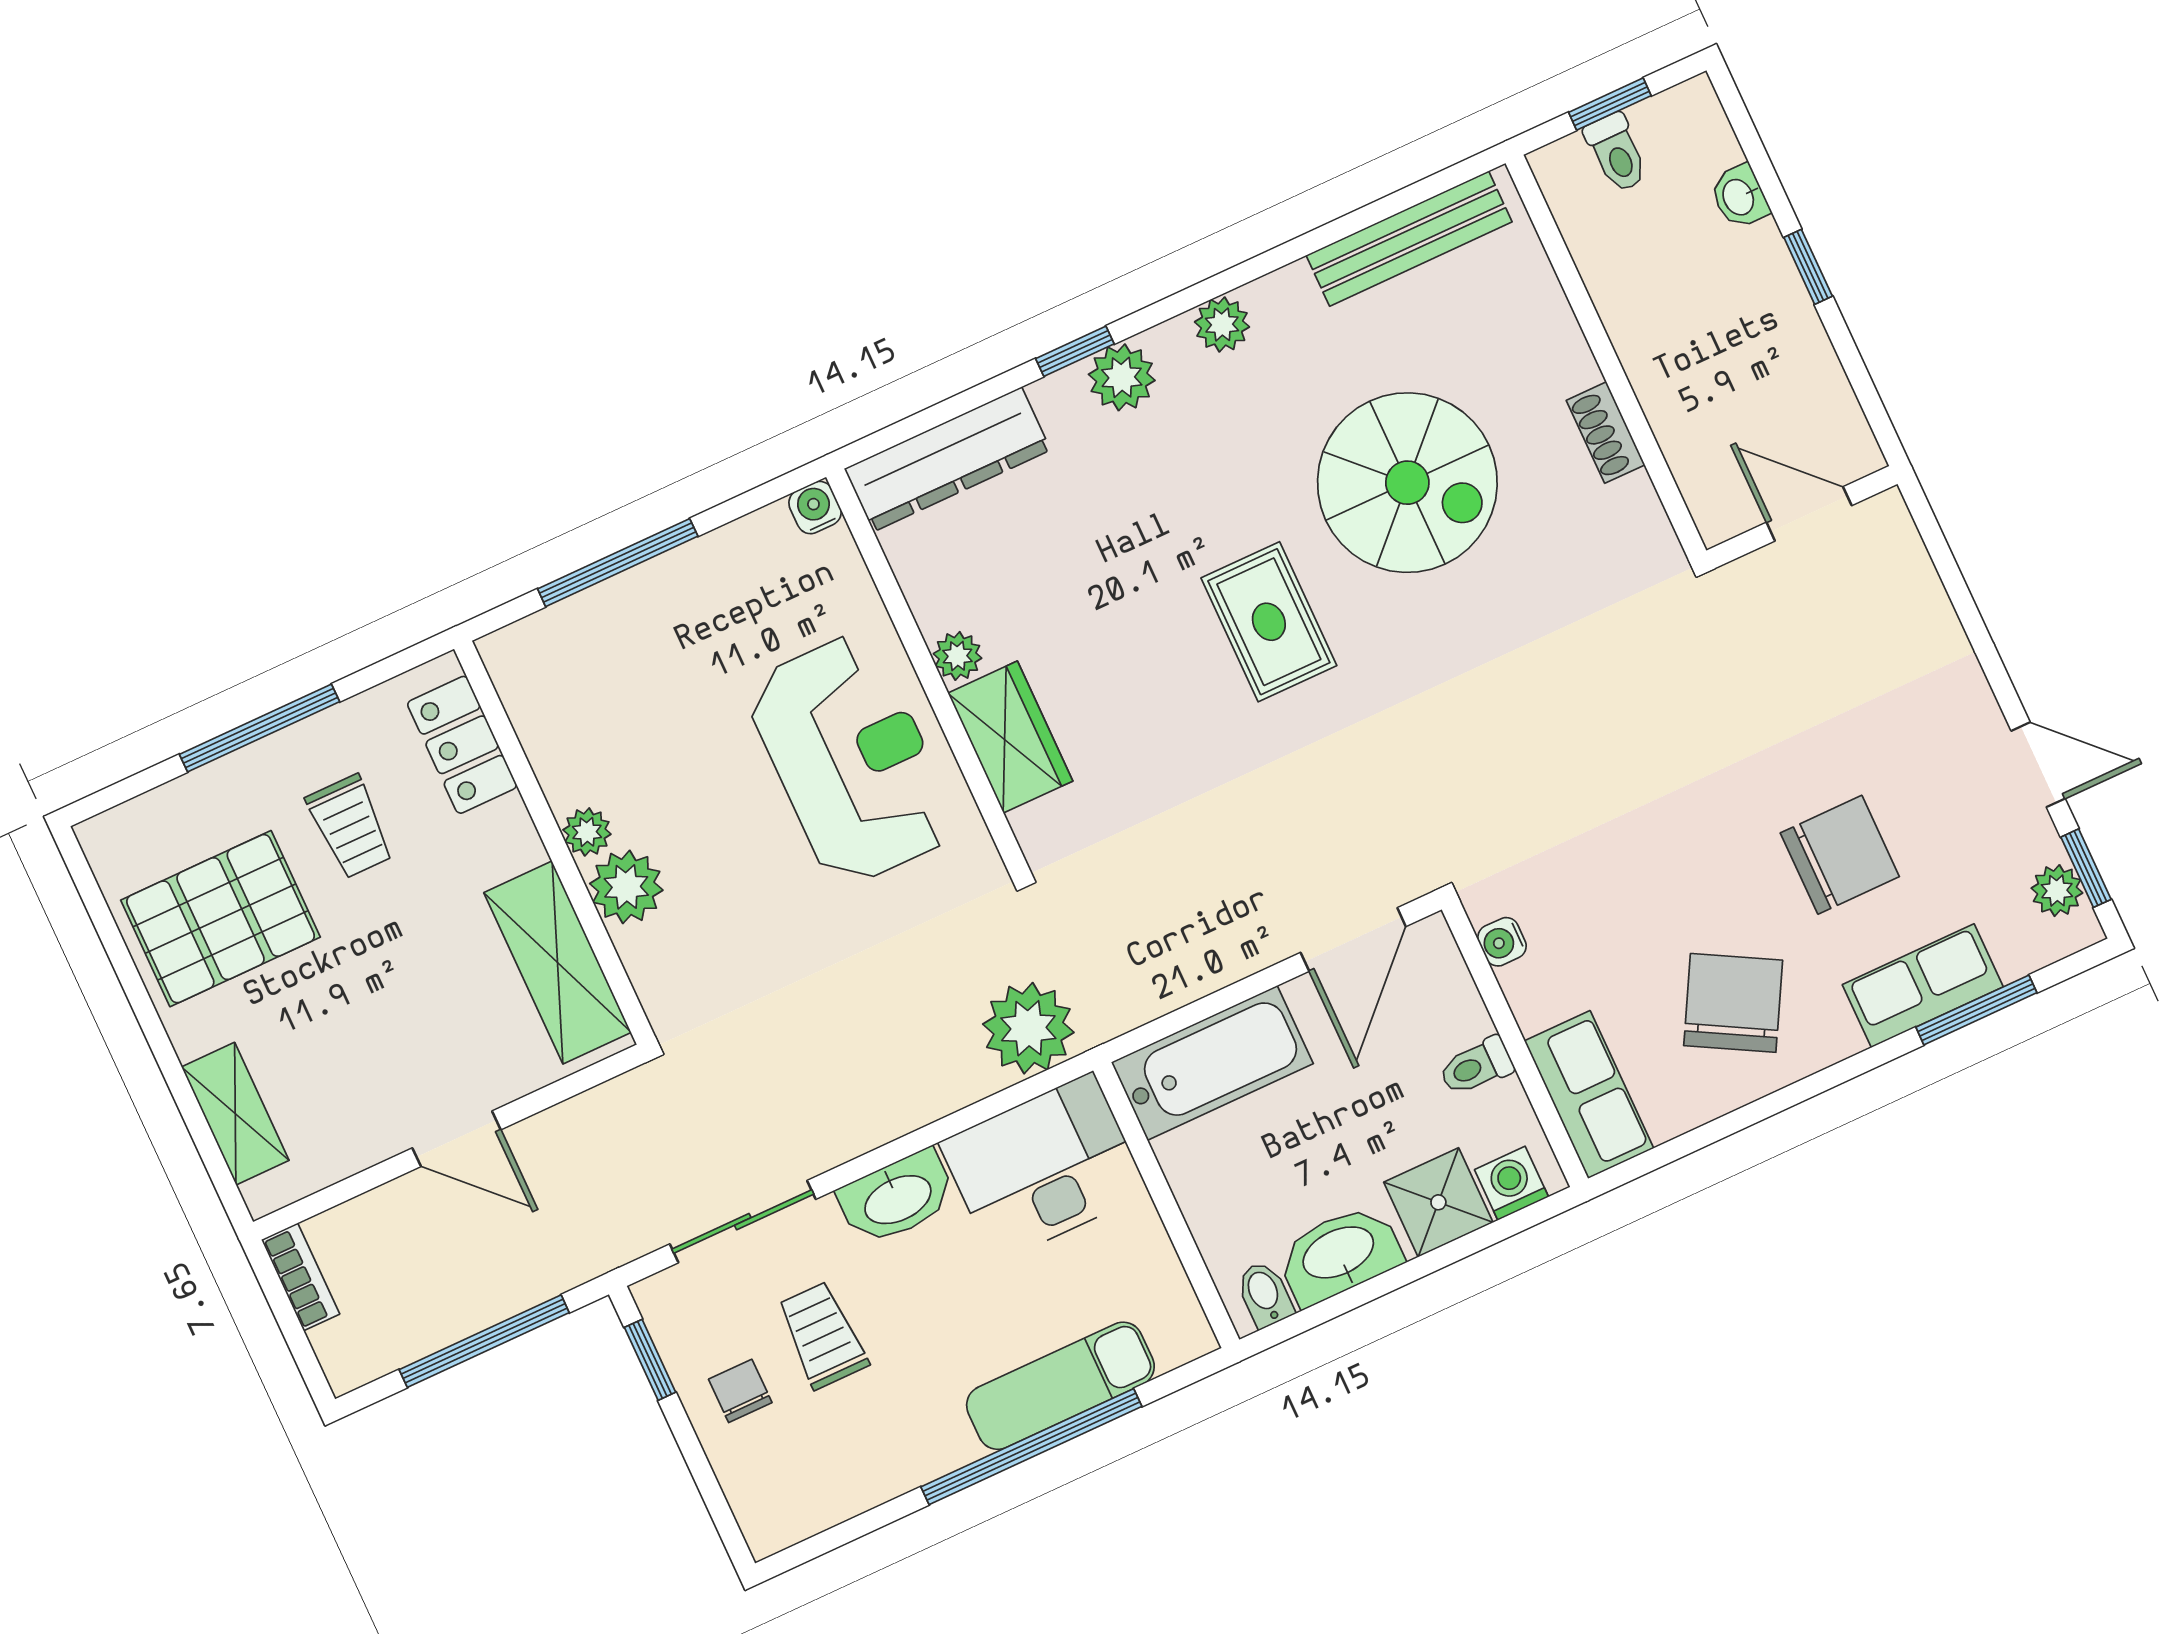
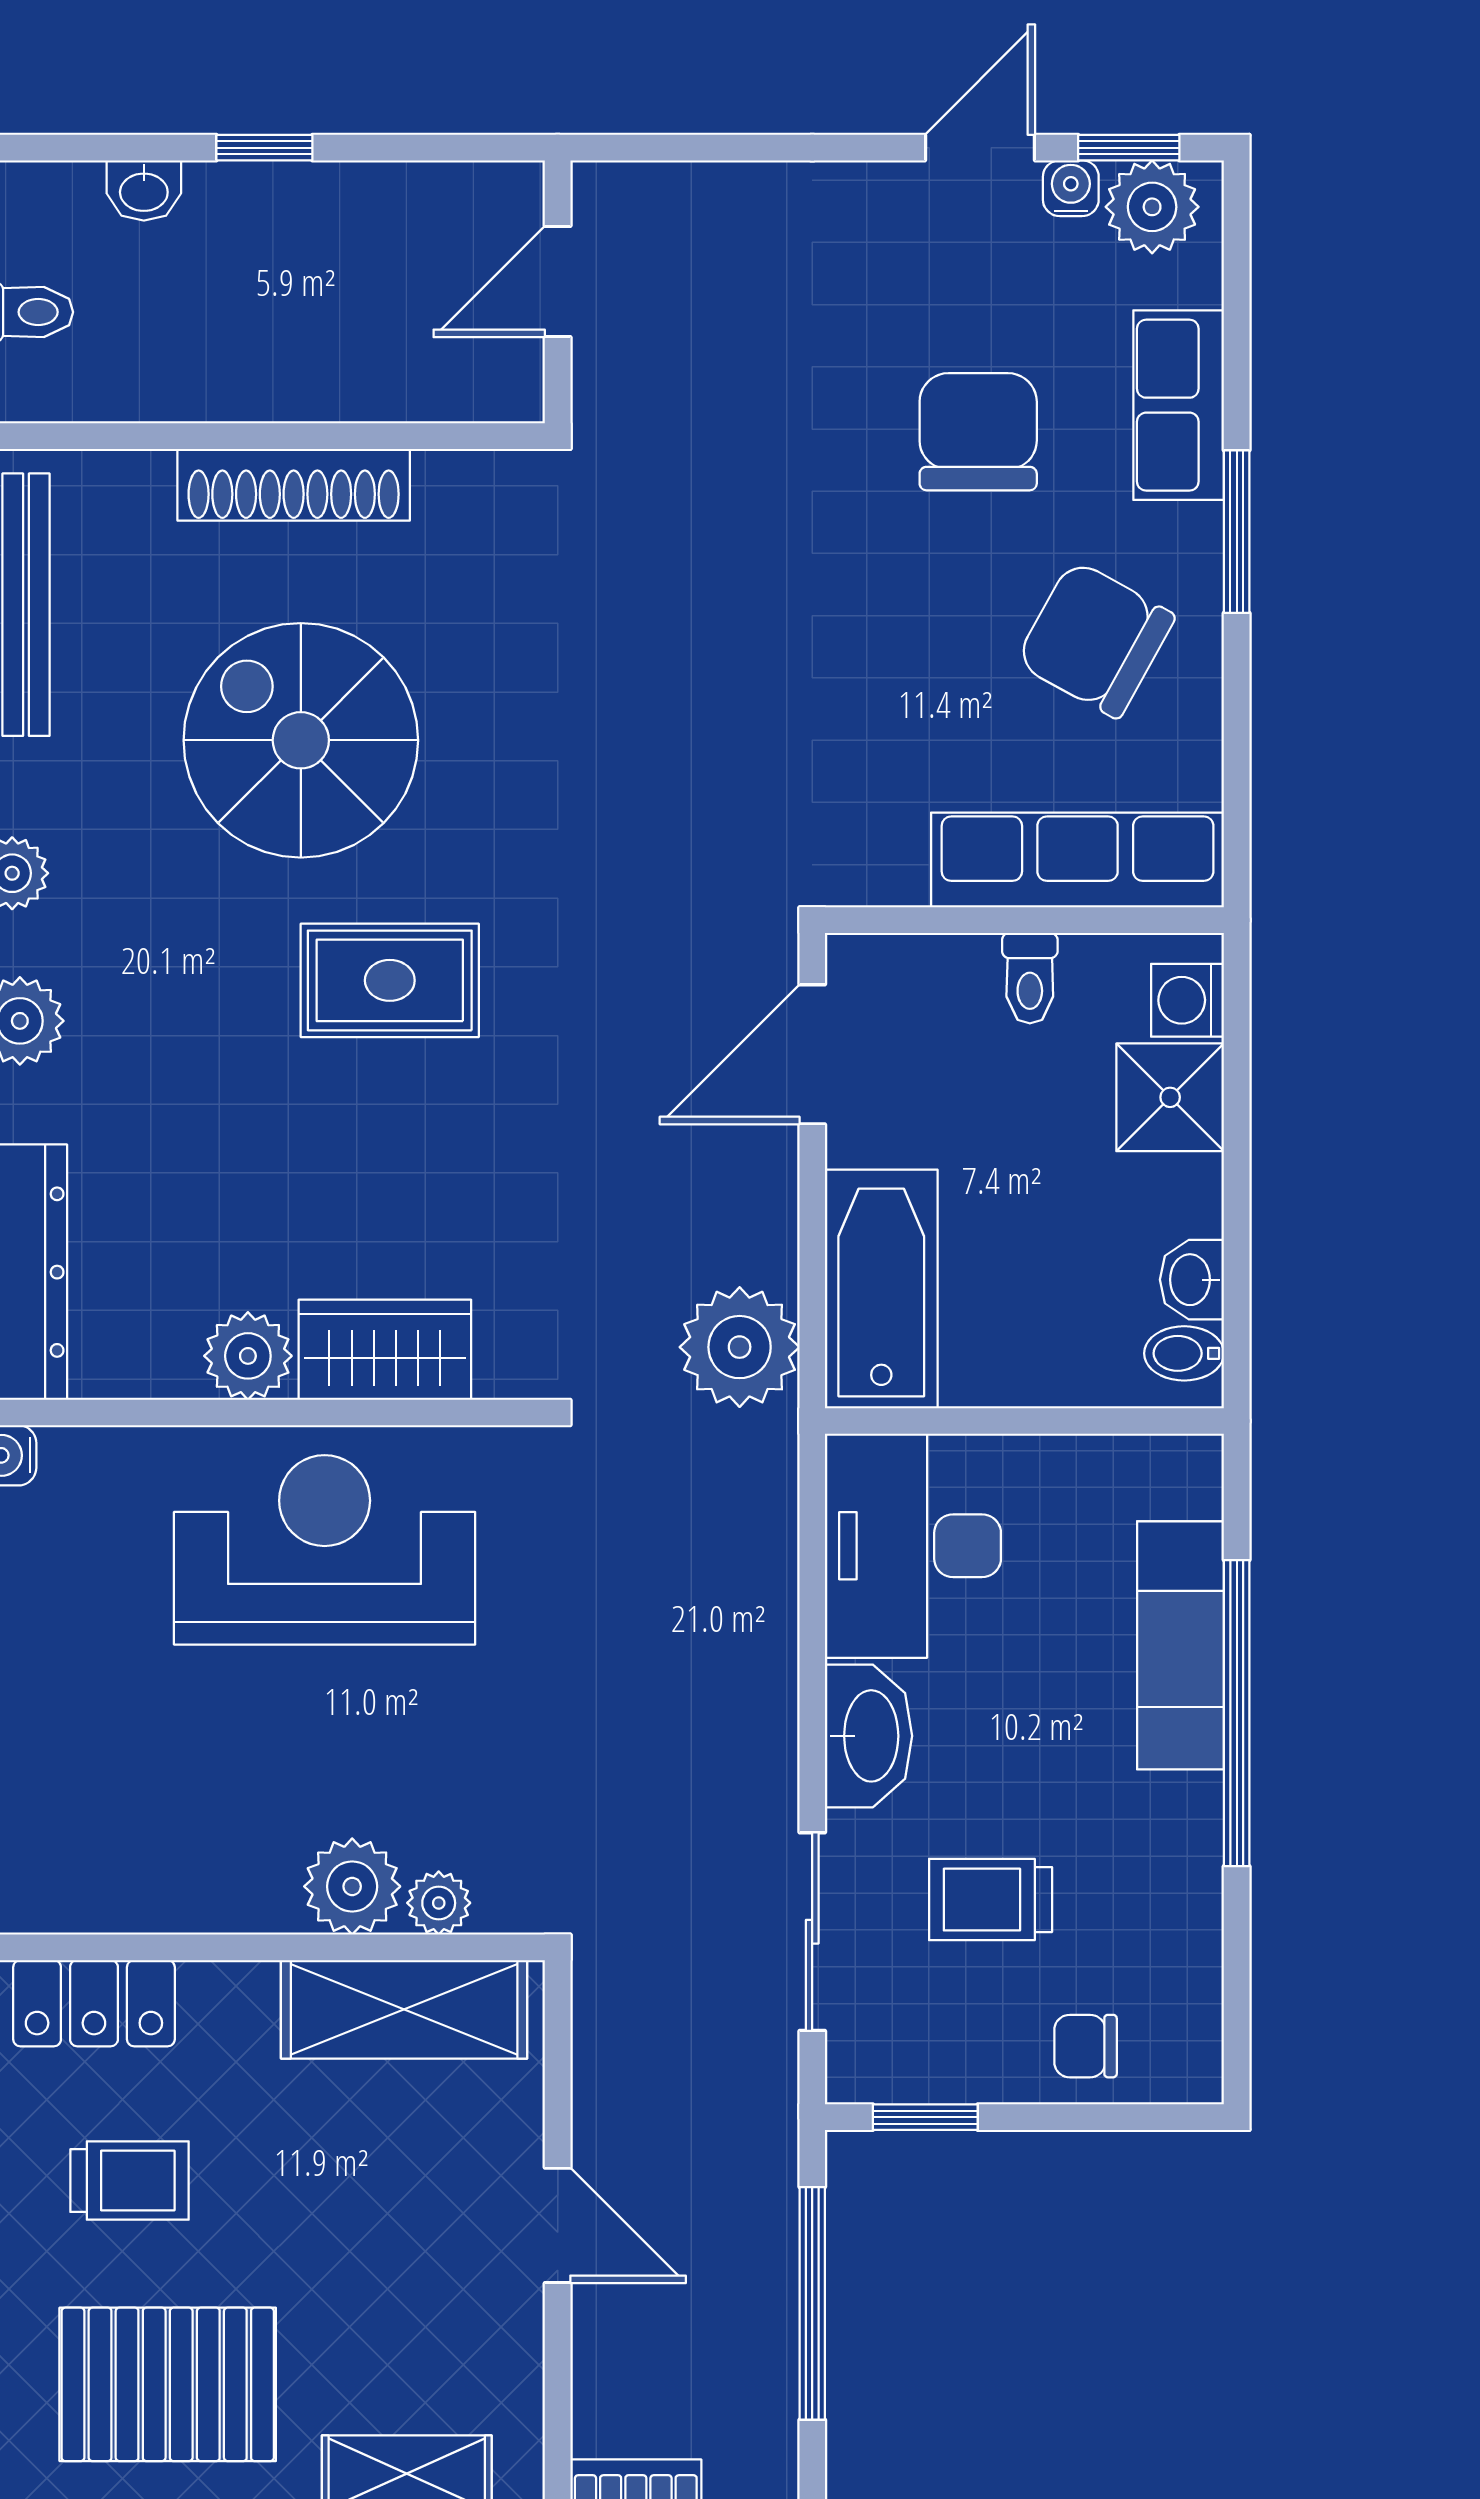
shoe rack: (1606, 433) -> (294, 485), width x1.94, depth x1.24
spiral stairs: (1407, 483) -> (301, 740), turned -90
plant: (957, 656) -> (248, 1356), width x1.38, depth x1.38
plant: (587, 832) -> (439, 1903), moved
plant: (2057, 891) -> (1152, 207), width x1.38, depth x1.38
pallet: (221, 919) -> (168, 2384), turned 90
door: (1353, 939) -> (812, 1054), swing flipped
water cooler: (1502, 942) -> (1071, 188), moved, turned 180
window: (1976, 1010) -> (1237, 532), moved
plant: (1028, 1028) -> (740, 1347), moved
row of seats: (1589, 1095) -> (1078, 860), width x1.48
door: (456, 1139) -> (558, 2225), hinge flipped
washbasin: (1339, 1254) -> (1192, 1280), width x0.52, depth x0.69
chair: (740, 1391) -> (1086, 2046), moved

